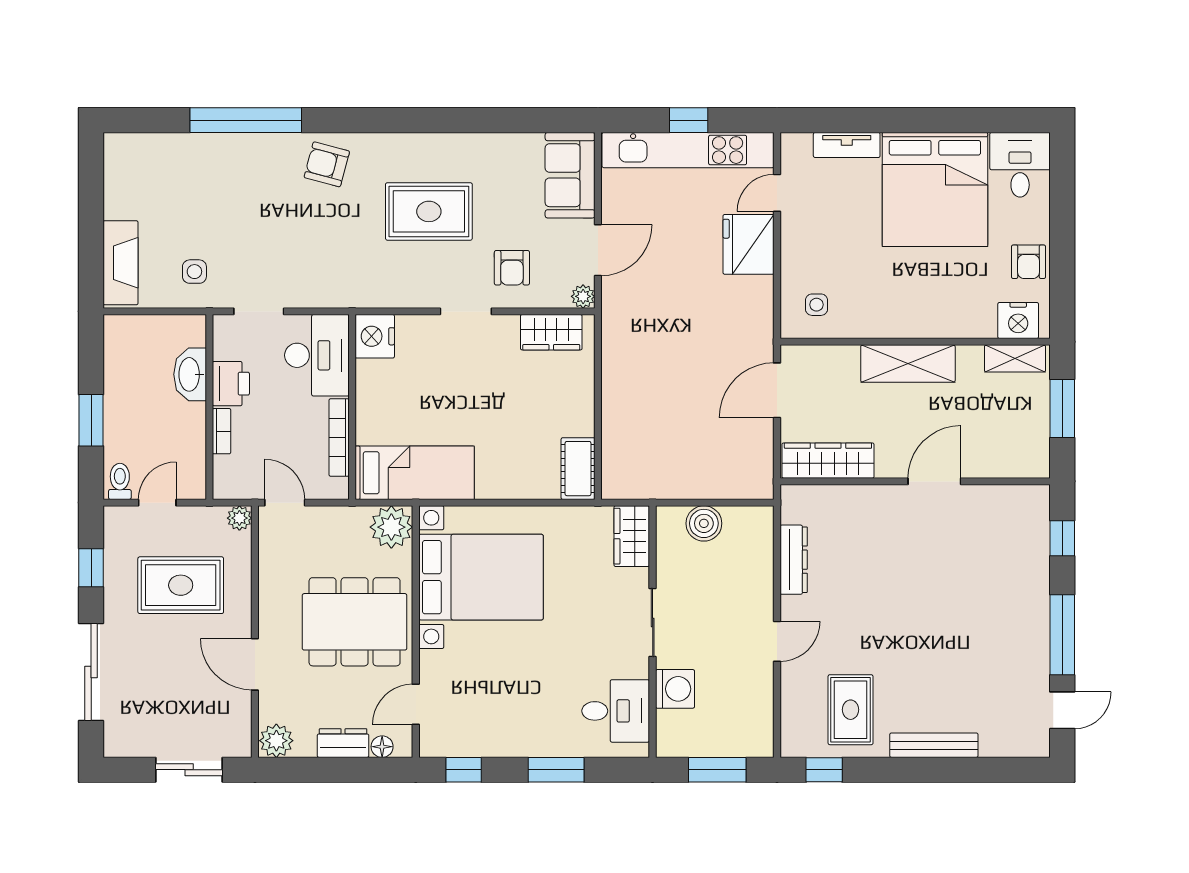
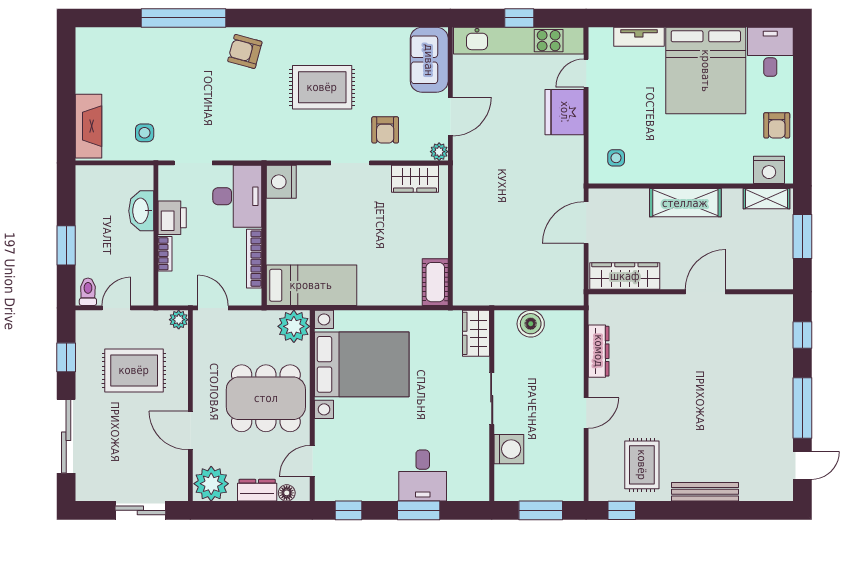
desk: (616, 711) -> (423, 476), moved, turned 90
plant: (276, 741) -> (211, 484), width x1.36, depth x1.36

